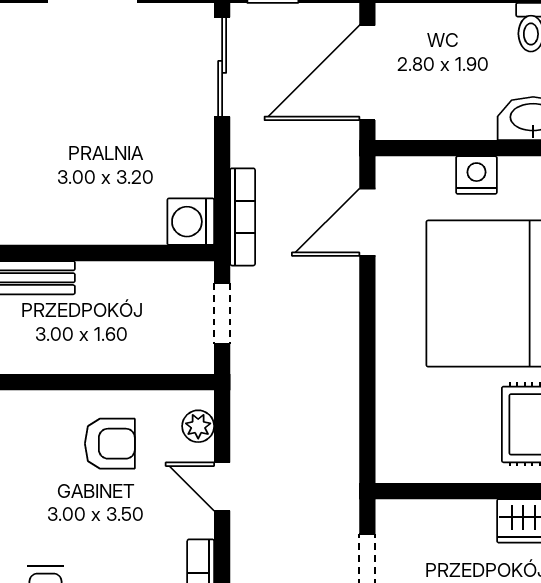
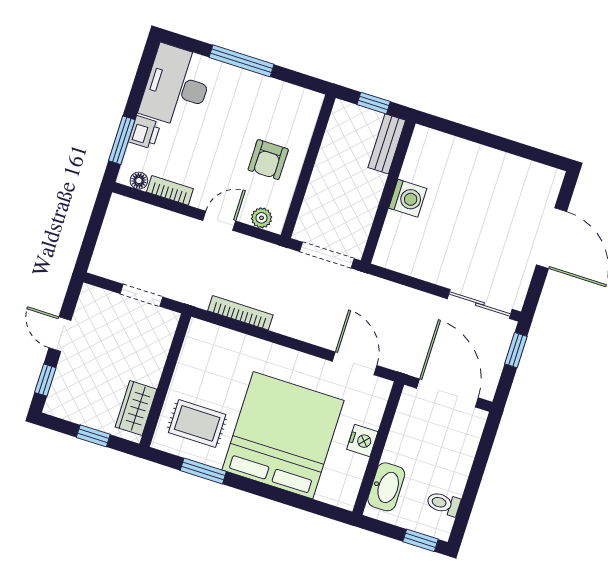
bookcase: (243, 217) -> (240, 313), moved, turned 180
washing machine: (191, 222) -> (408, 198), moved, turned 90
doorway: (222, 313) -> (327, 255), width x1.38

